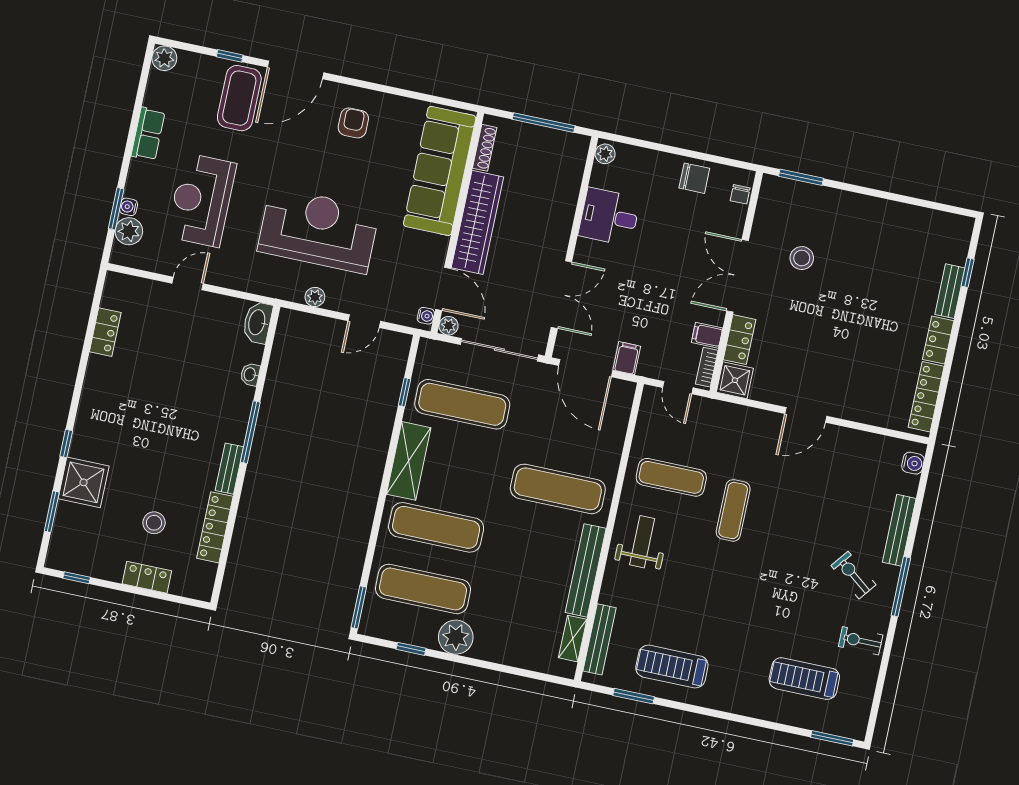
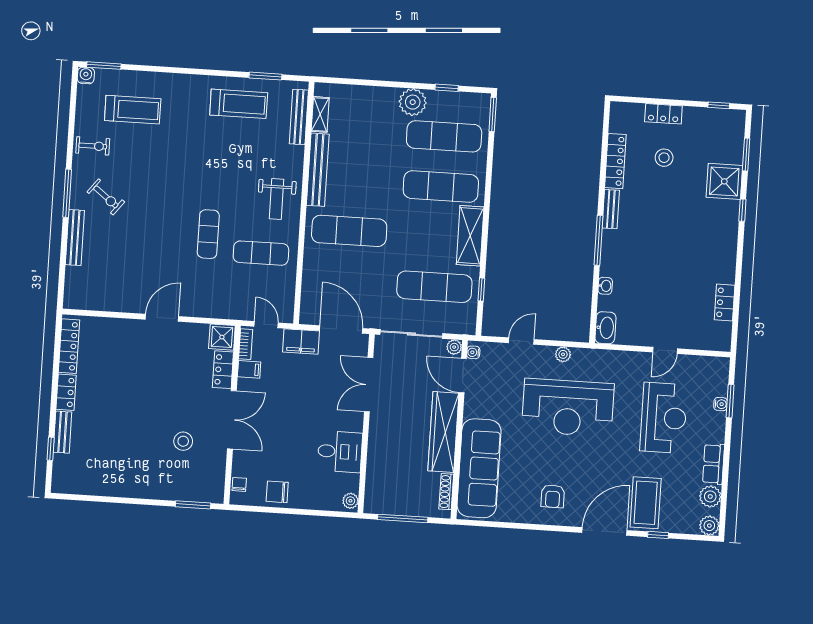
plant: (129, 231) -> (710, 496), moved
filing cabinet: (627, 358) -> (301, 341), width x2.00
water cooler: (913, 463) -> (86, 75), moved, turned 90

